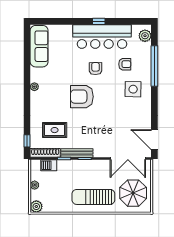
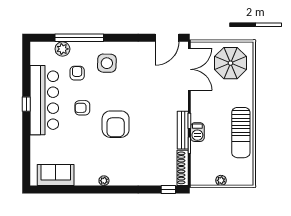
plant: (145, 36) -> (62, 49), moved
sofa: (39, 46) -> (56, 175), width x0.73
rug: (55, 130) -> (155, 157), removed
barbecue: (49, 165) -> (197, 132), moved
sun lounger: (93, 197) -> (241, 133), moved
plant: (36, 206) -> (246, 178), removed

